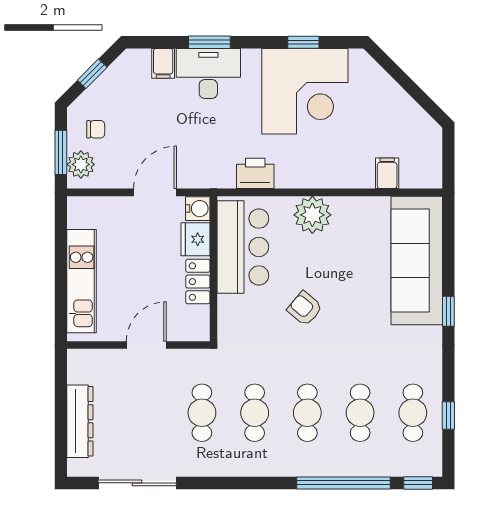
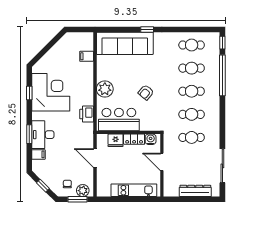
water cooler: (198, 209) -> (151, 139), moved
window: (448, 416) -> (193, 29), removed

